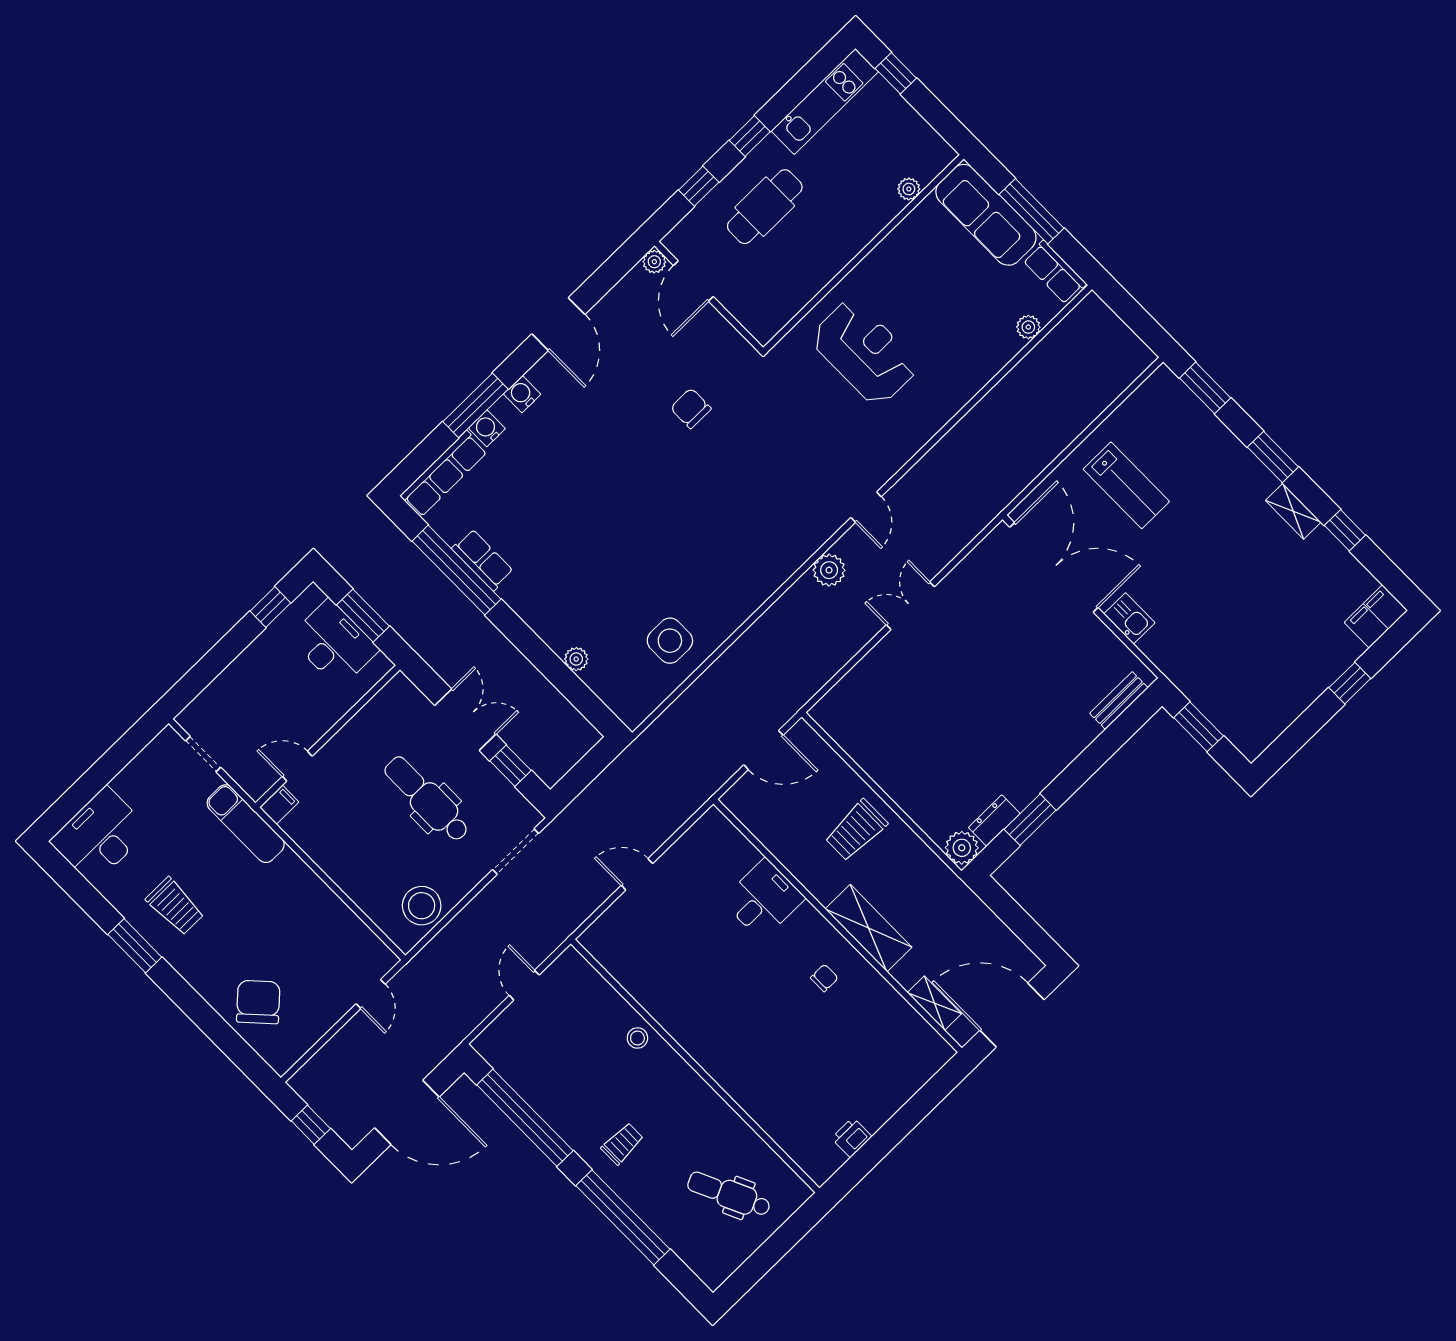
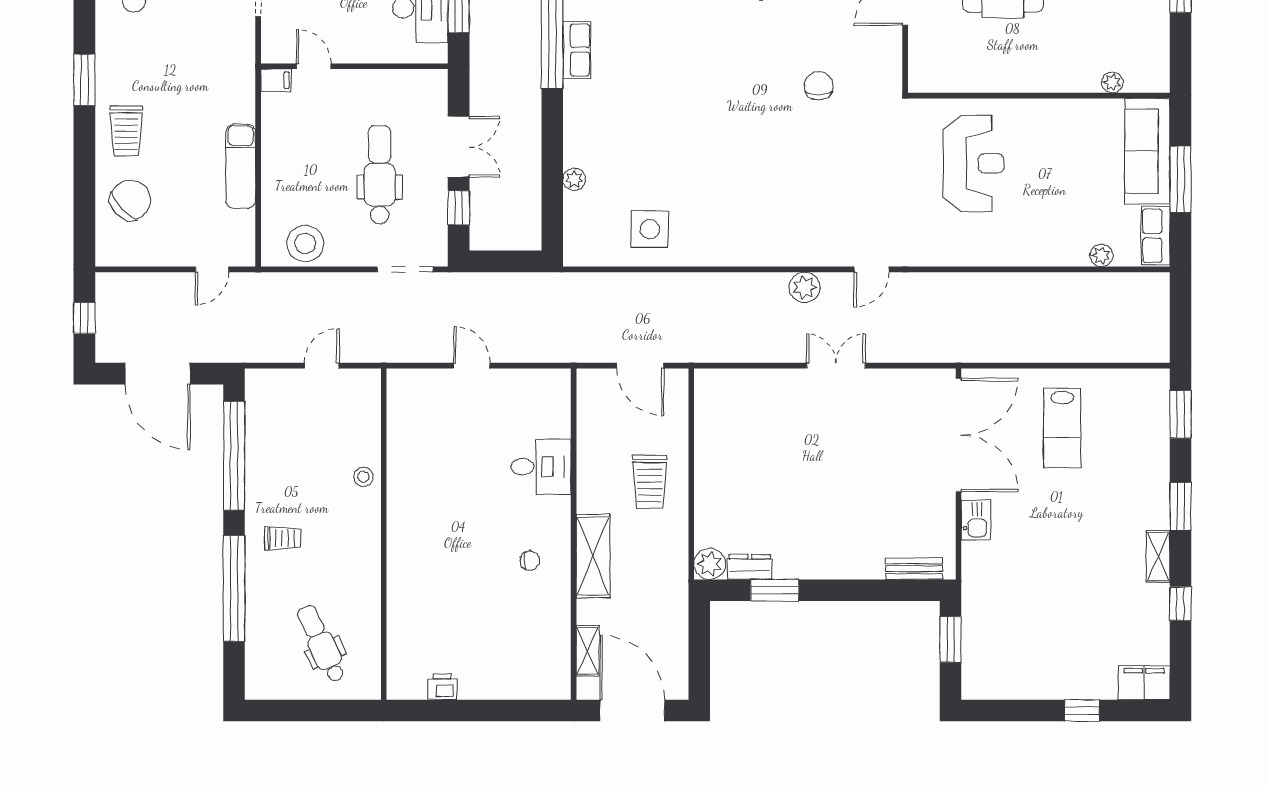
exam couch: (246, 824) -> (241, 166), moved
trolley: (856, 830) -> (650, 482), turned -90
trolley: (175, 906) -> (126, 131), moved

